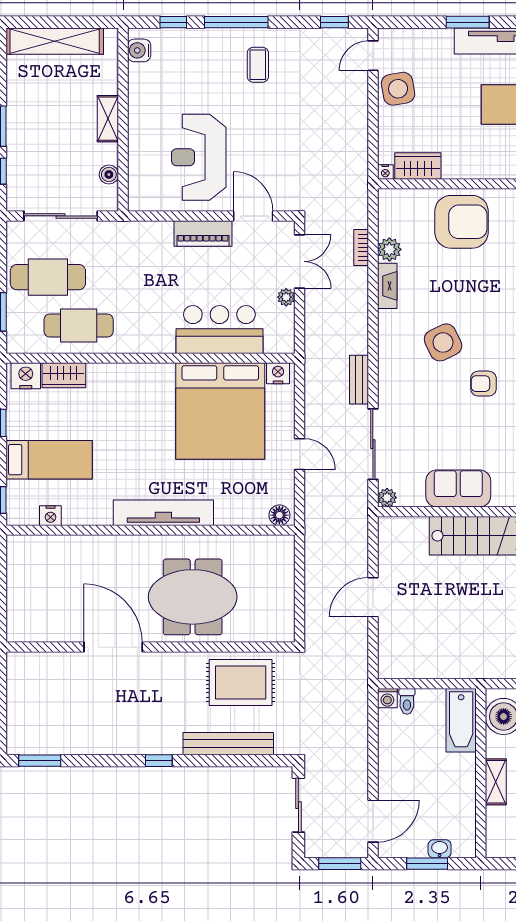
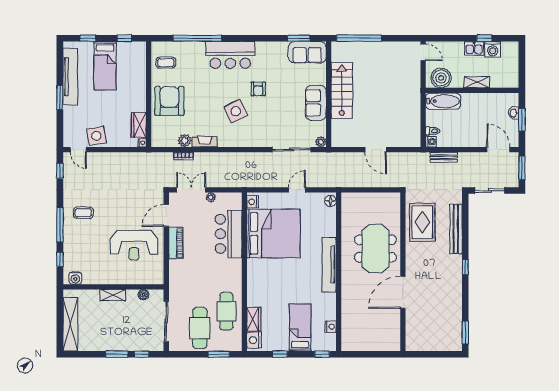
bench: (359, 380) -> (444, 157), moved

